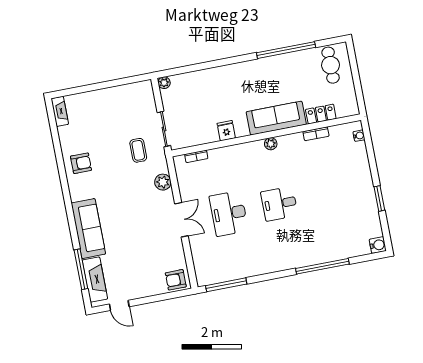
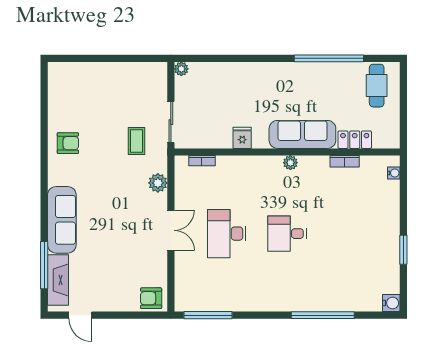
fireplace: (60, 111) -> (55, 79), removed

